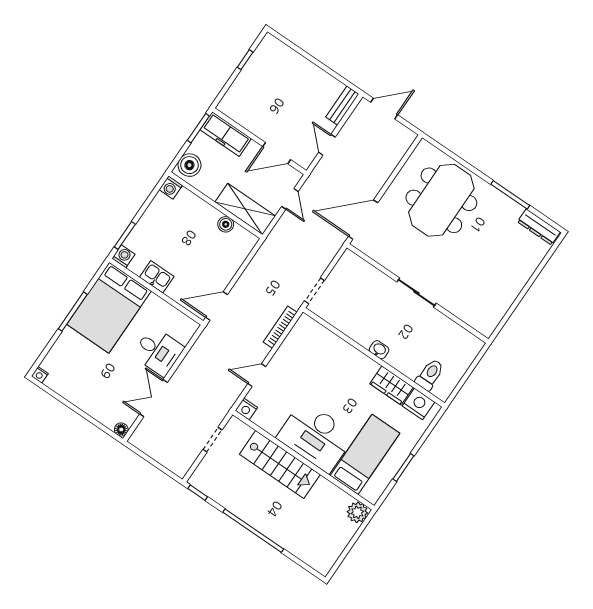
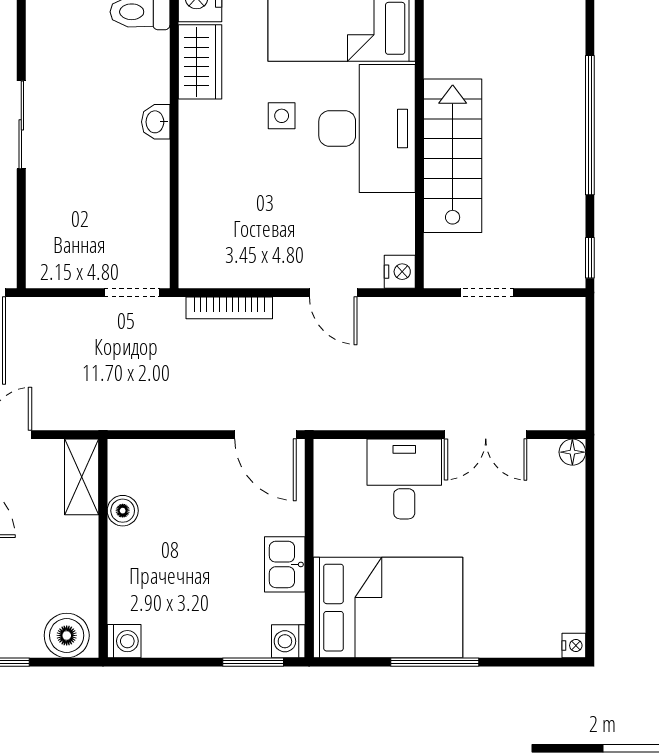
shelving: (245, 209) -> (82, 477), width x0.67, depth x0.75
side table: (346, 404) -> (282, 116), added

